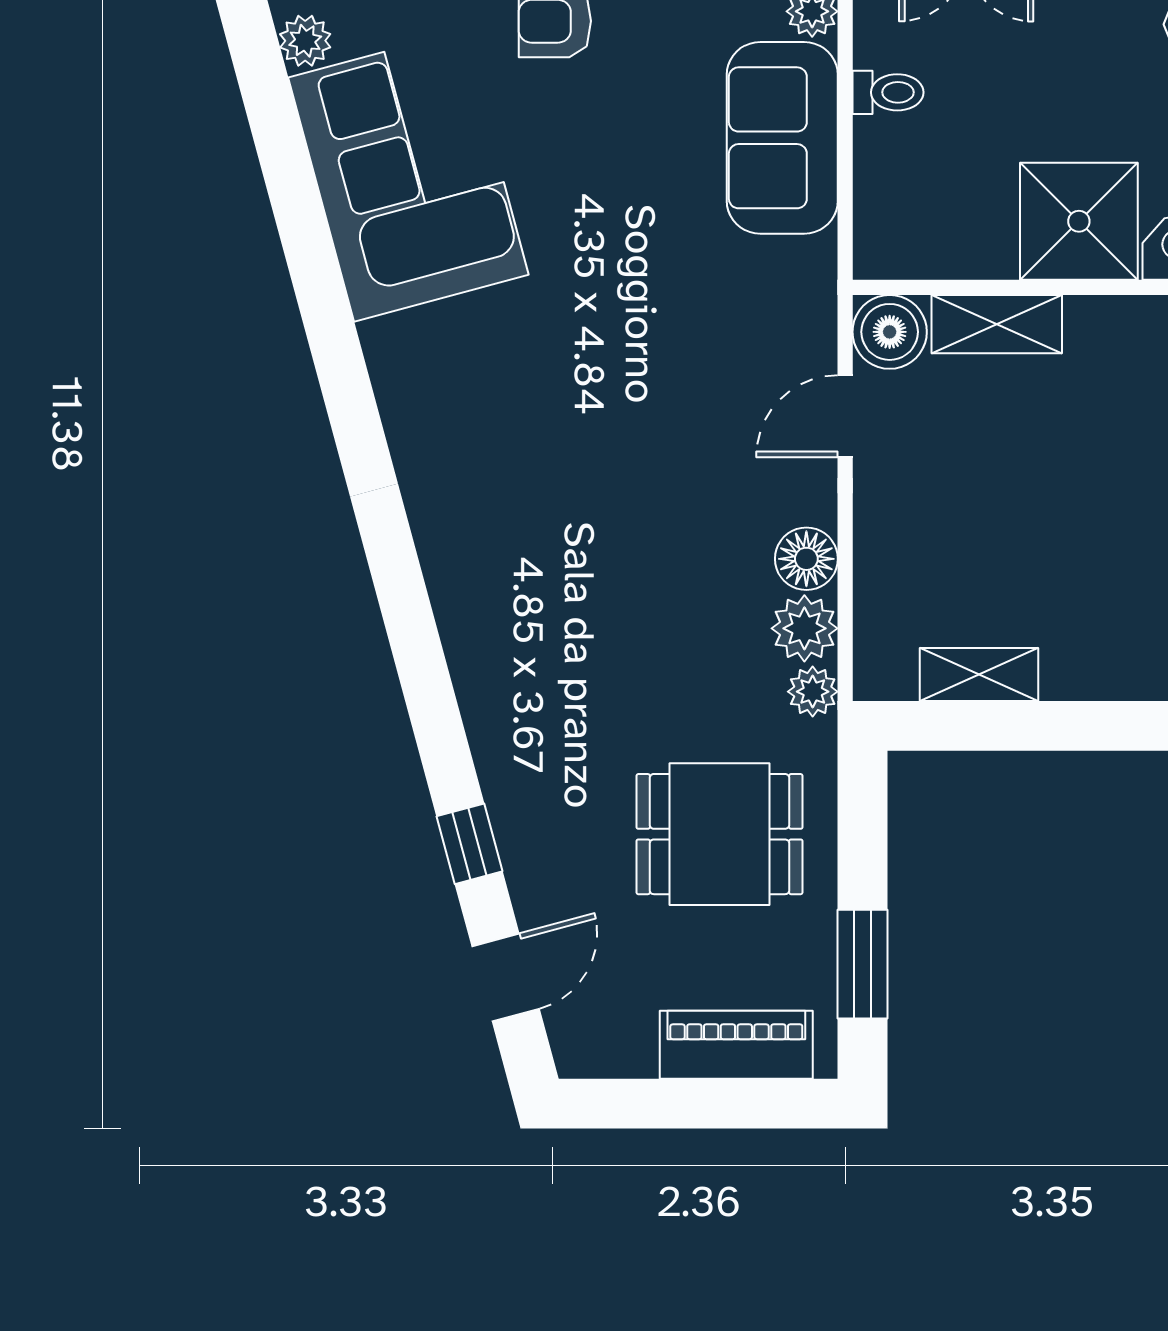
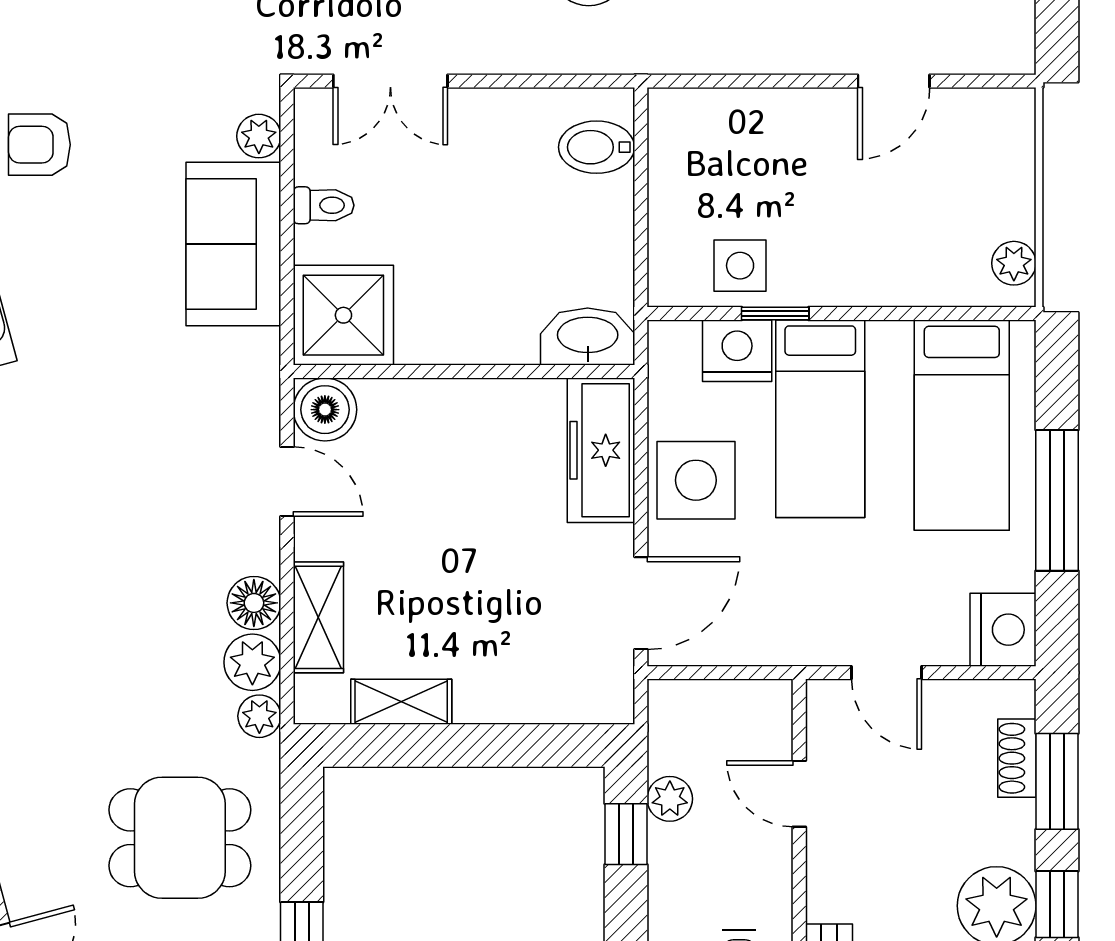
shower: (1079, 221) -> (343, 315), moved
shelving: (997, 324) -> (318, 617), moved, turned 90
door: (845, 416) -> (287, 481), swing flipped

